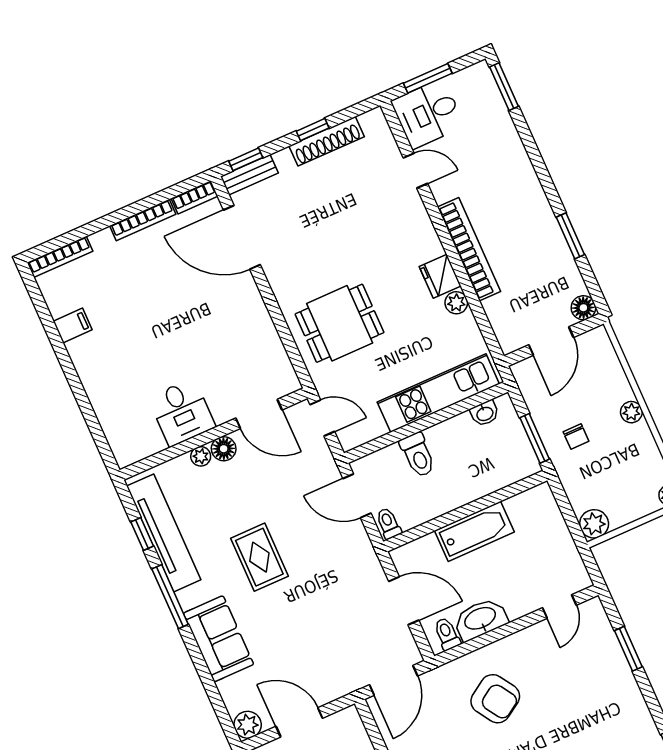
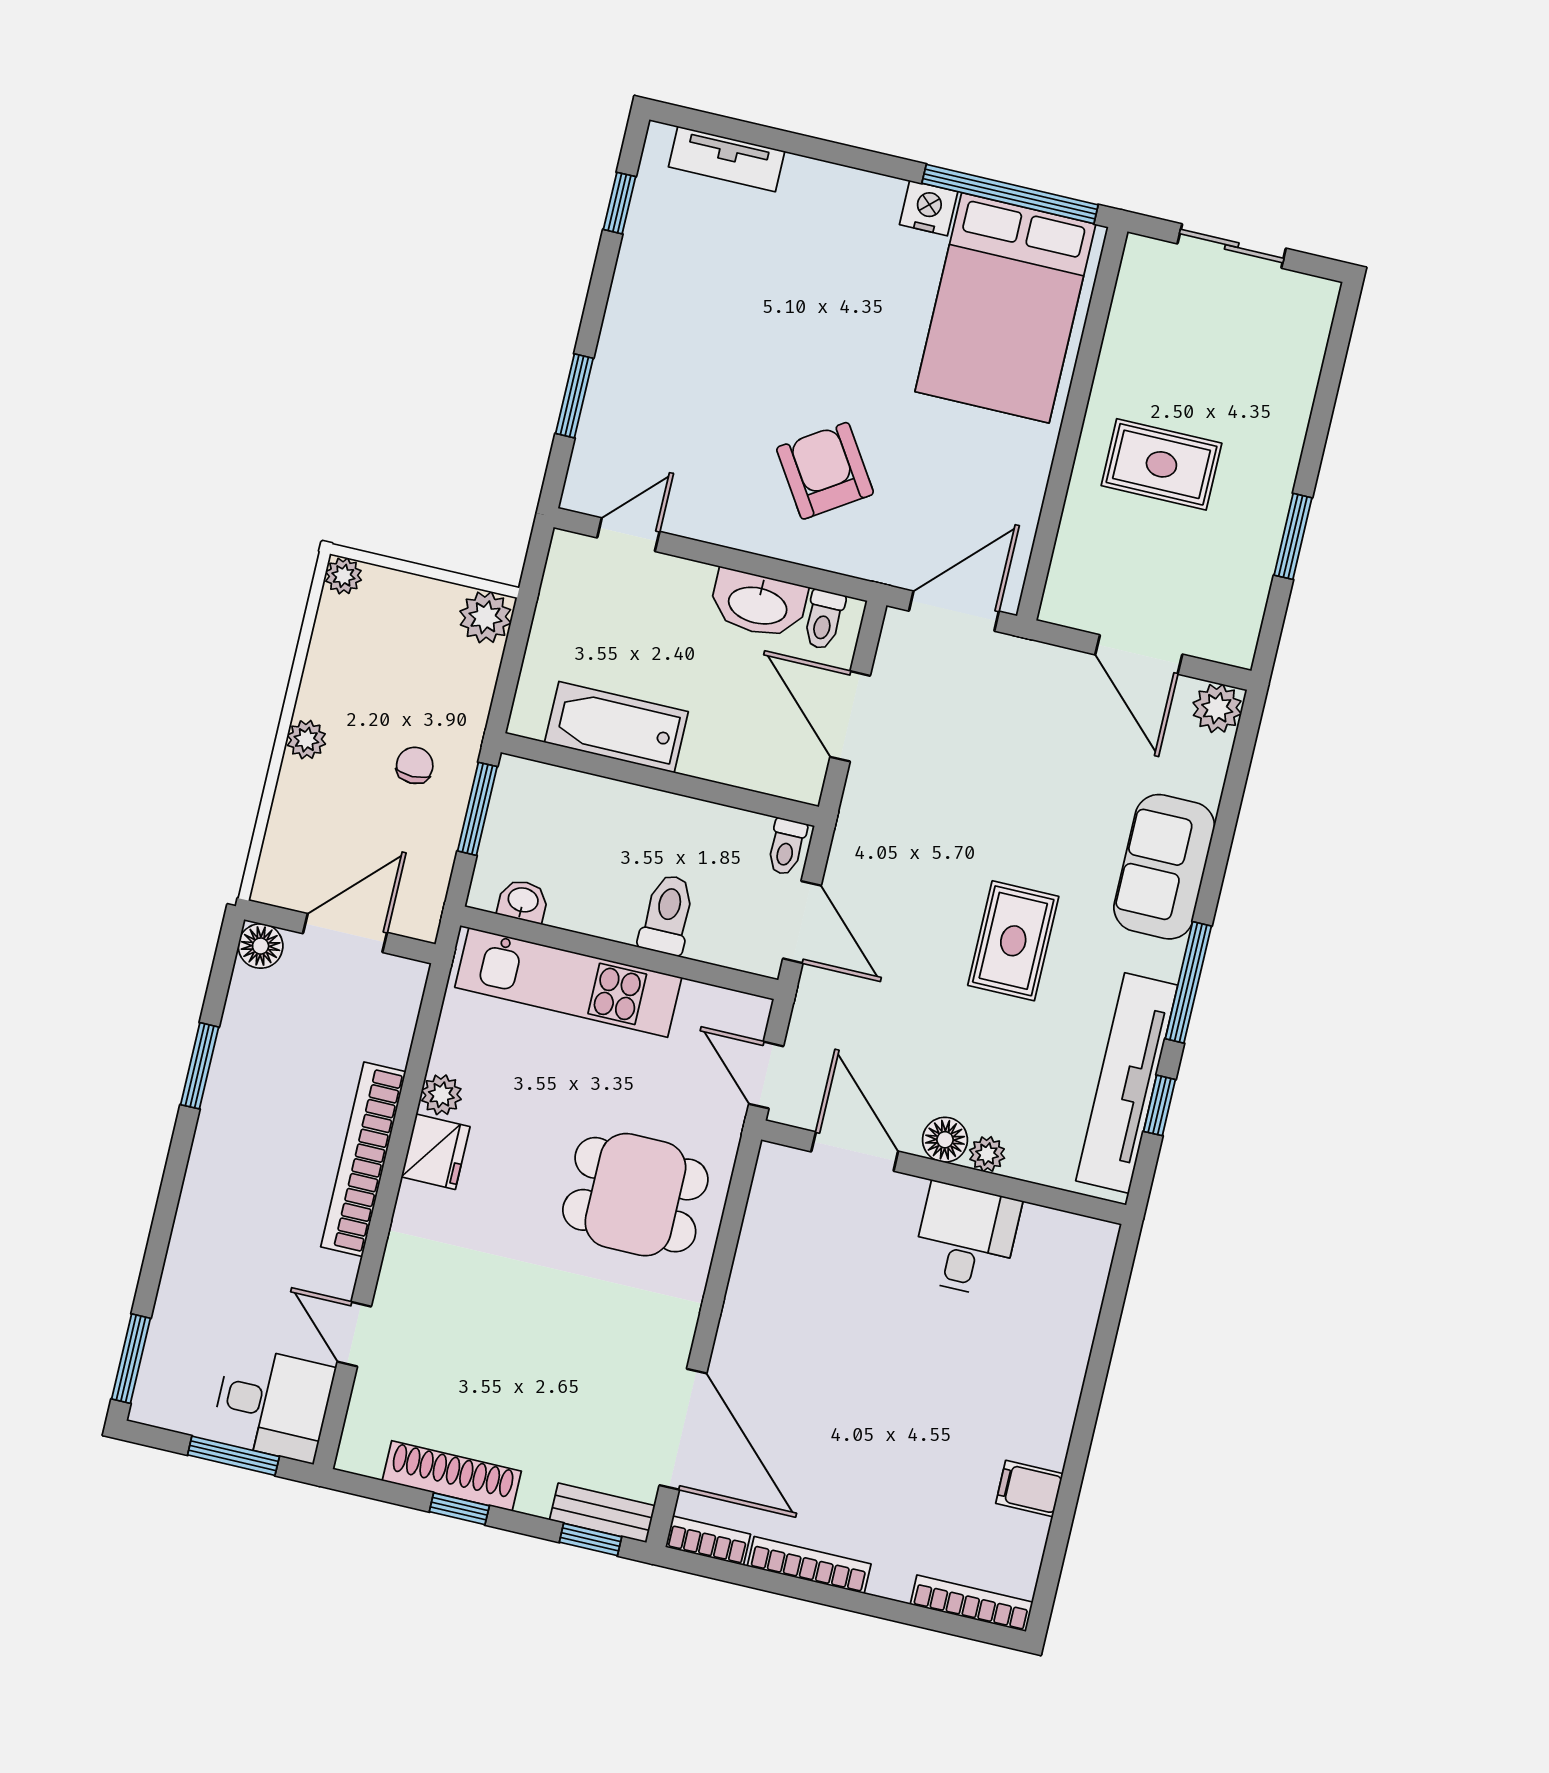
bathtub: (474, 531) -> (616, 727), moved

